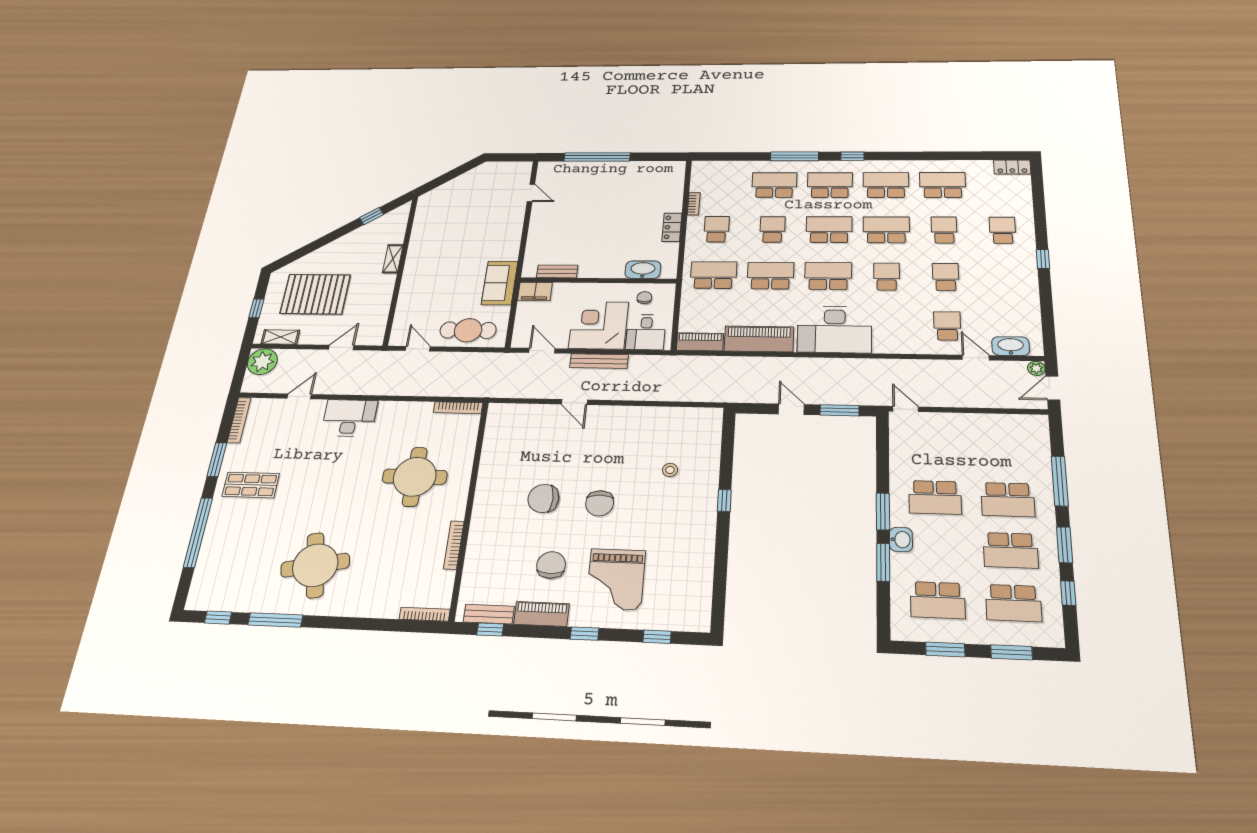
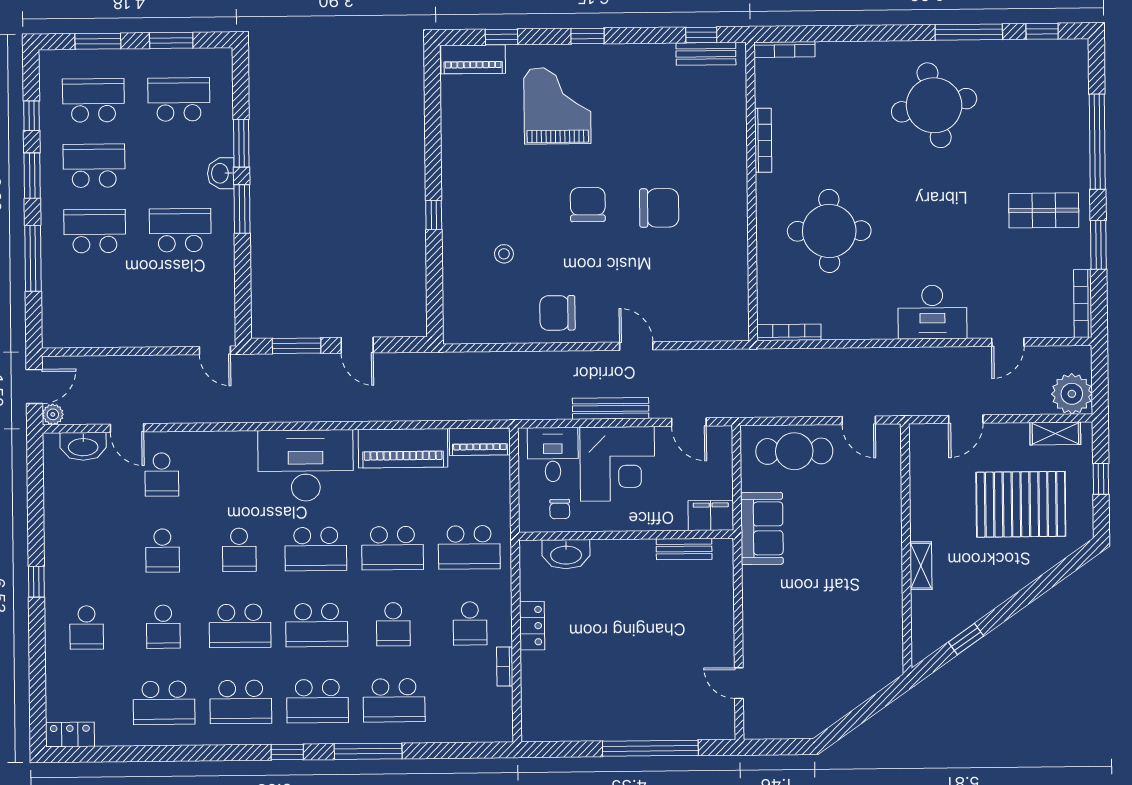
chair: (551, 565) -> (557, 313), moved, turned 90
piano: (541, 614) -> (473, 59), moved

